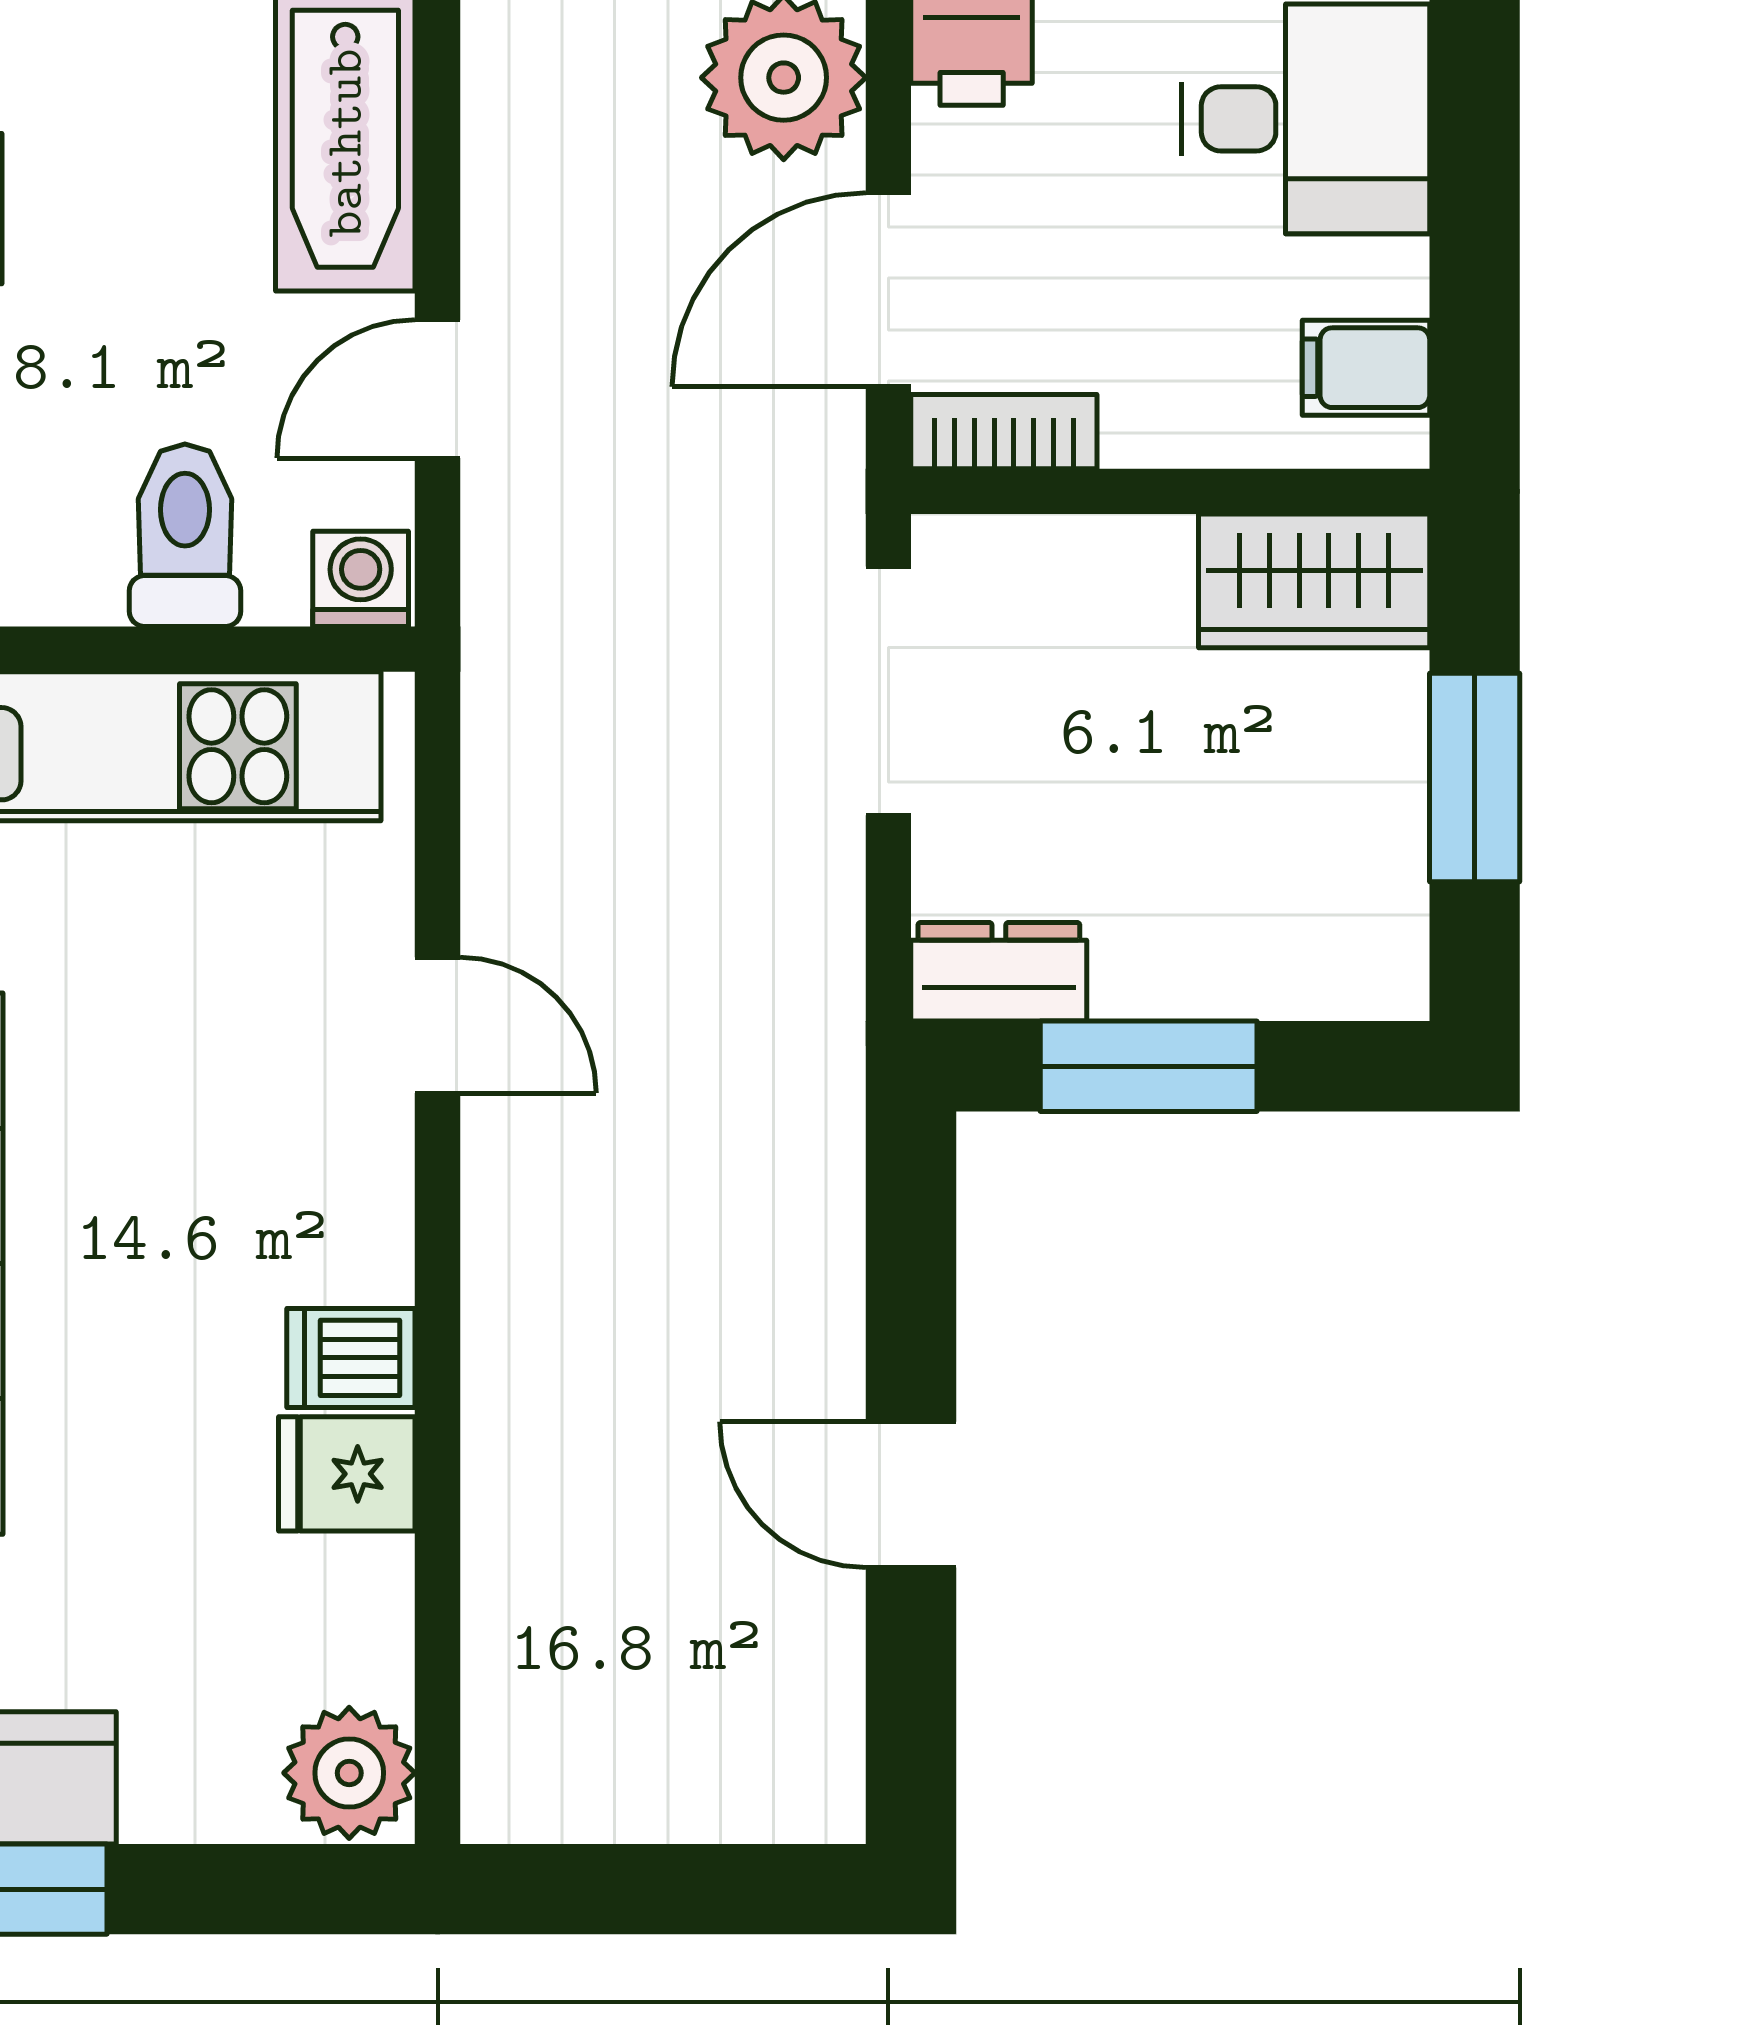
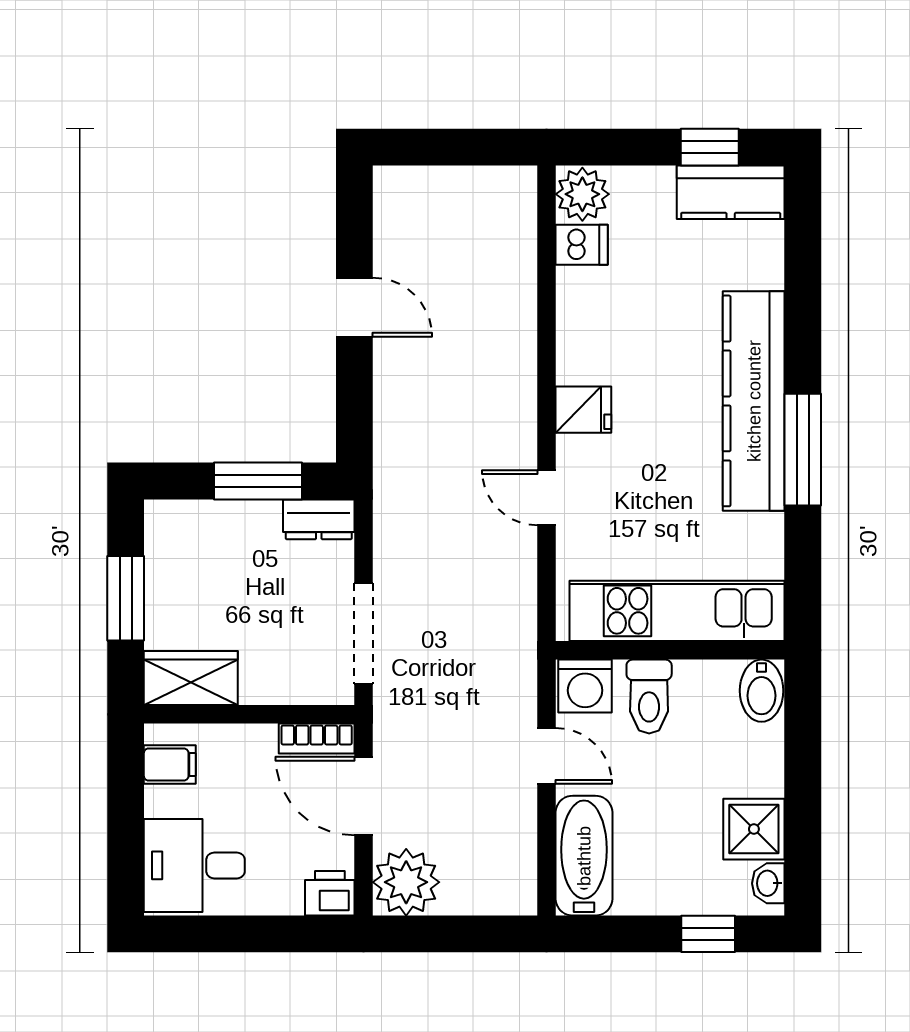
door: (888, 290) -> (364, 796), swing flipped
door: (438, 389) -> (547, 756), hinge flipped
washing machine: (361, 579) -> (585, 686), width x1.38, depth x1.38
dishwasher: (351, 1358) -> (582, 245), moved
fridge: (347, 1474) -> (583, 410), moved

